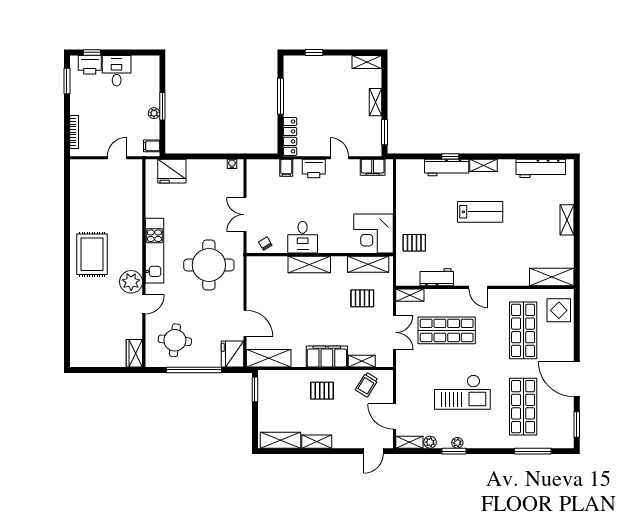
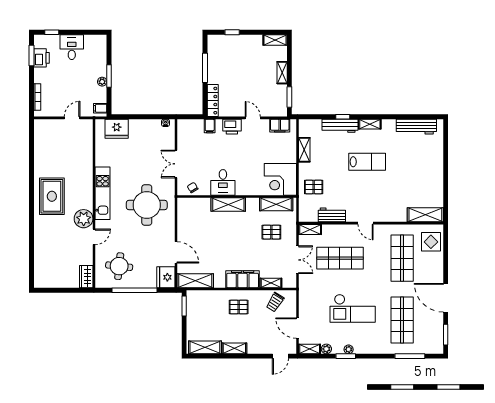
printer: (90, 65) -> (41, 58), moved, turned -90
shelving: (567, 220) -> (304, 150), moved

